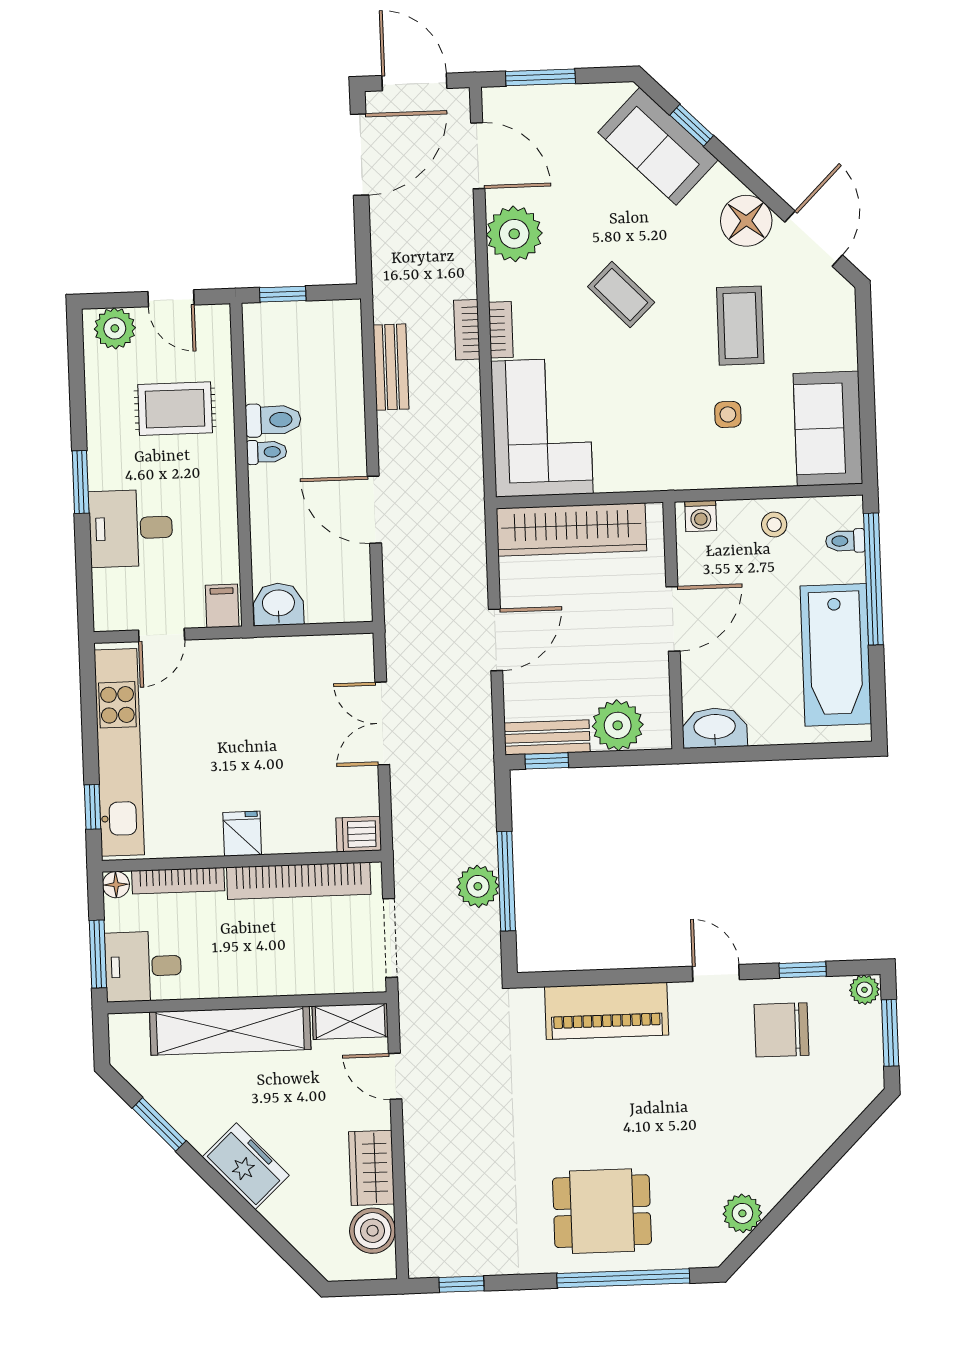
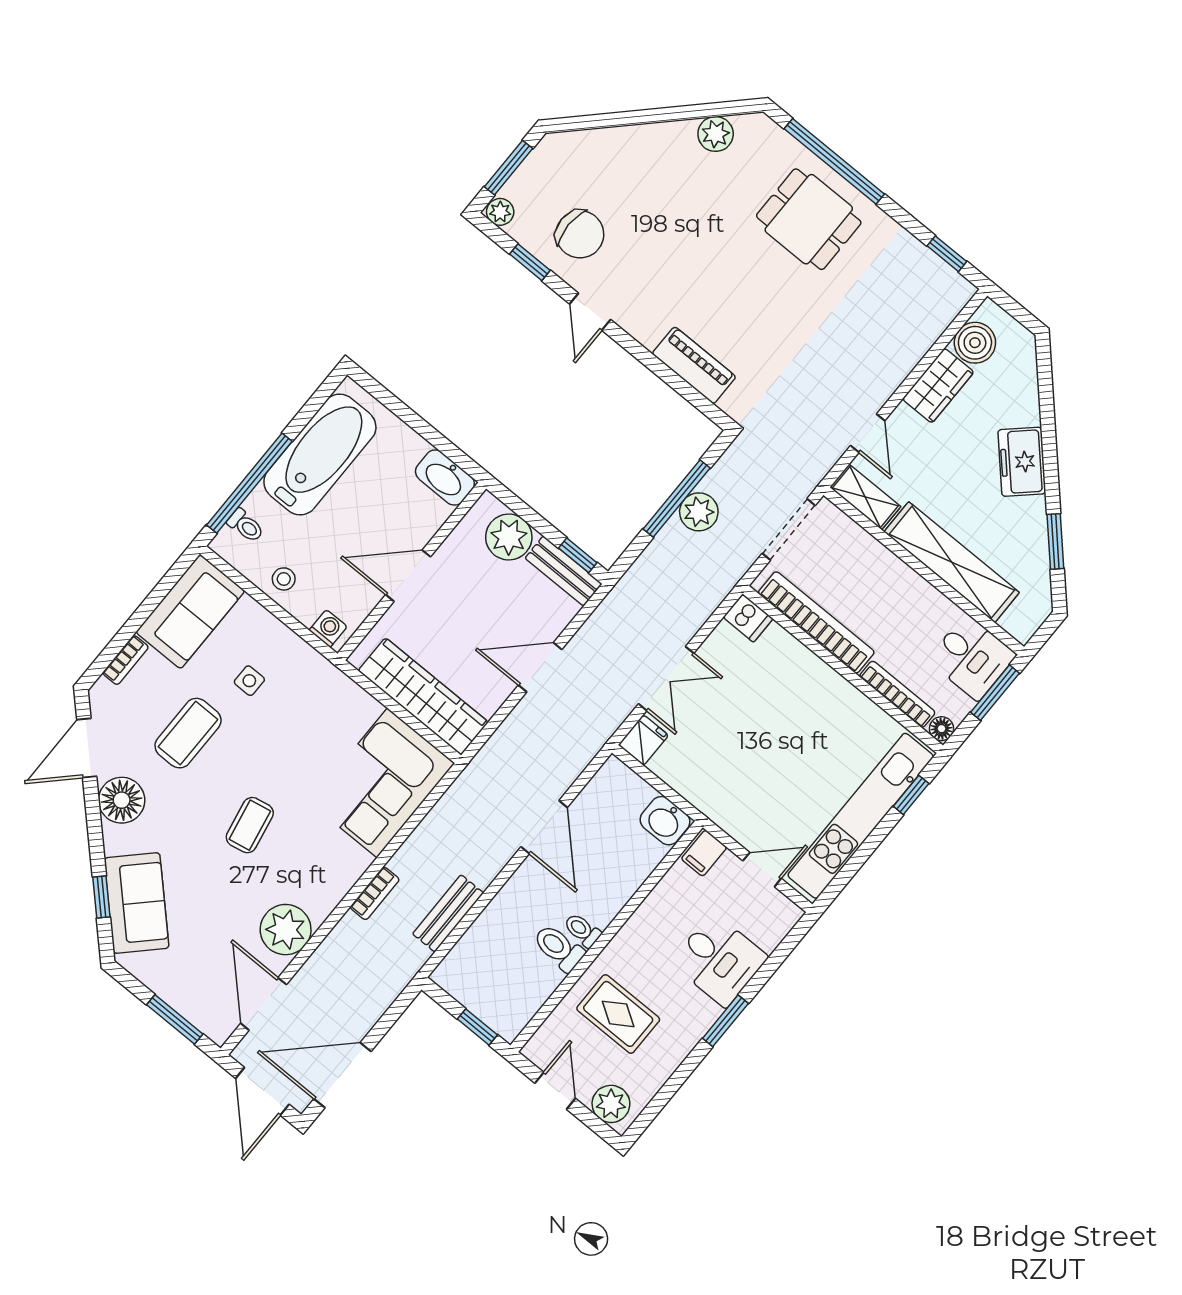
coffee table: (621, 295) -> (250, 825), turned 33
bookcase: (501, 330) -> (126, 660), moved, turned 180
fridge: (242, 834) -> (643, 740), moved, turned 180
piano: (607, 1011) -> (694, 365), width x0.73, depth x0.75

